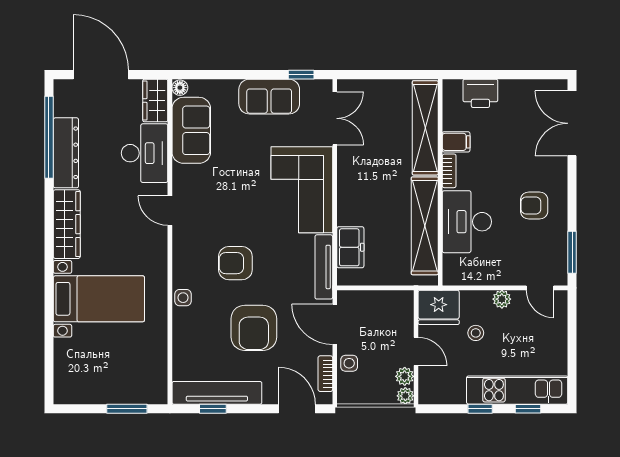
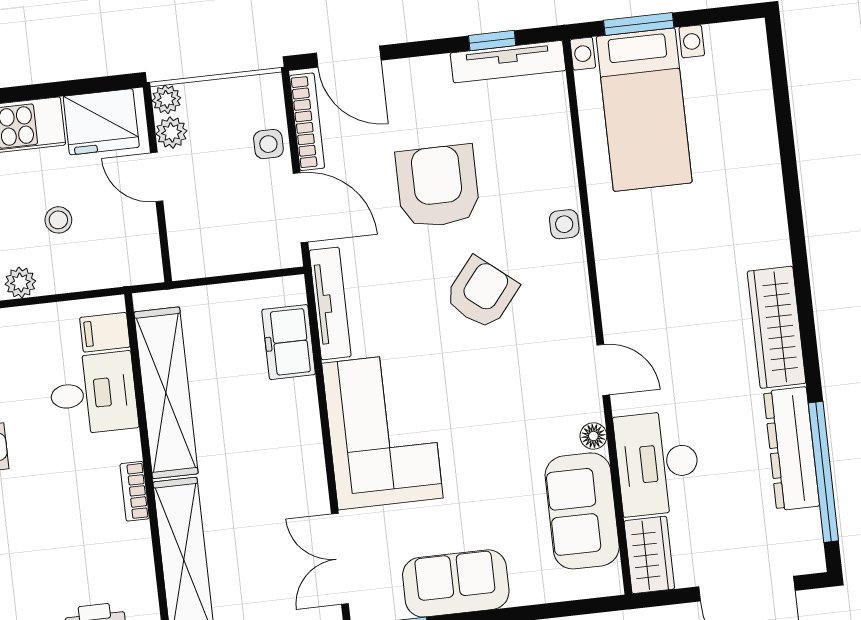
floor lamp: (180, 88) -> (593, 436), moved
filing cabinet: (456, 142) -> (105, 332), moved
desk: (467, 222) -> (93, 394), width x0.73
armchair: (235, 263) -> (482, 293), turned -51
bed with nightstands: (99, 299) -> (644, 110), moved, turned -90
fridge: (439, 307) -> (101, 122), moved, turned 180
bookcase: (325, 374) -> (307, 122), width x1.56
tv unit: (217, 393) -> (508, 62), width x0.73, depth x0.78
window: (480, 409) -> (37, 92), removed

